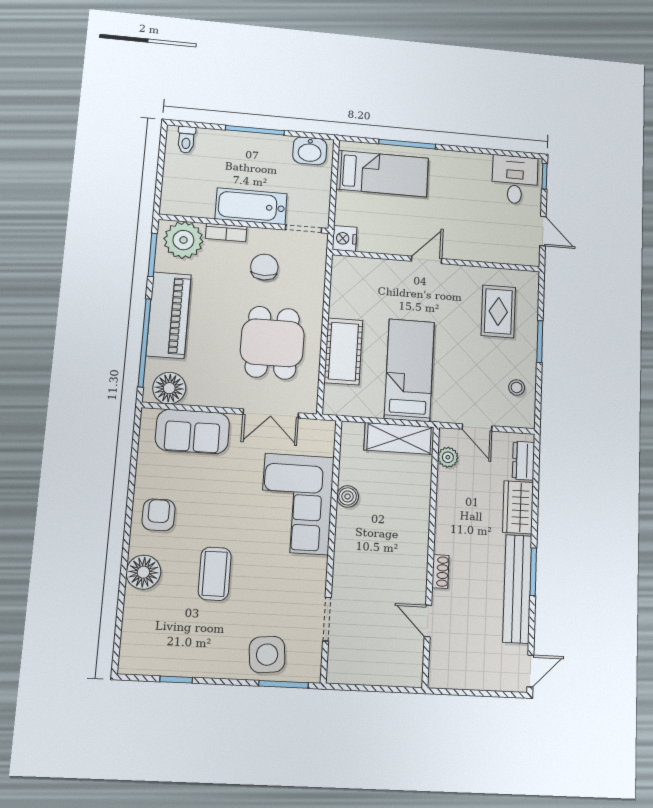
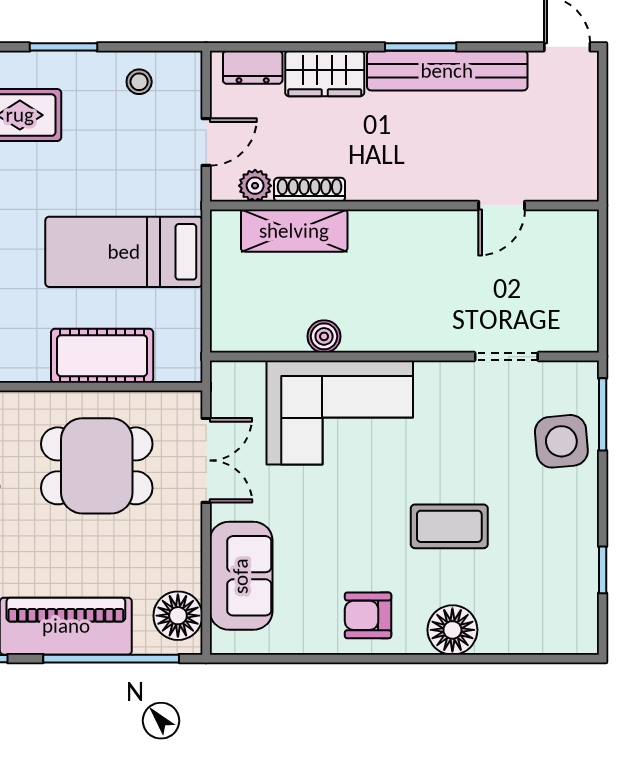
shelving: (399, 439) -> (294, 231), moved, turned 90
shoe rack: (440, 572) -> (310, 190), moved, width x1.43

